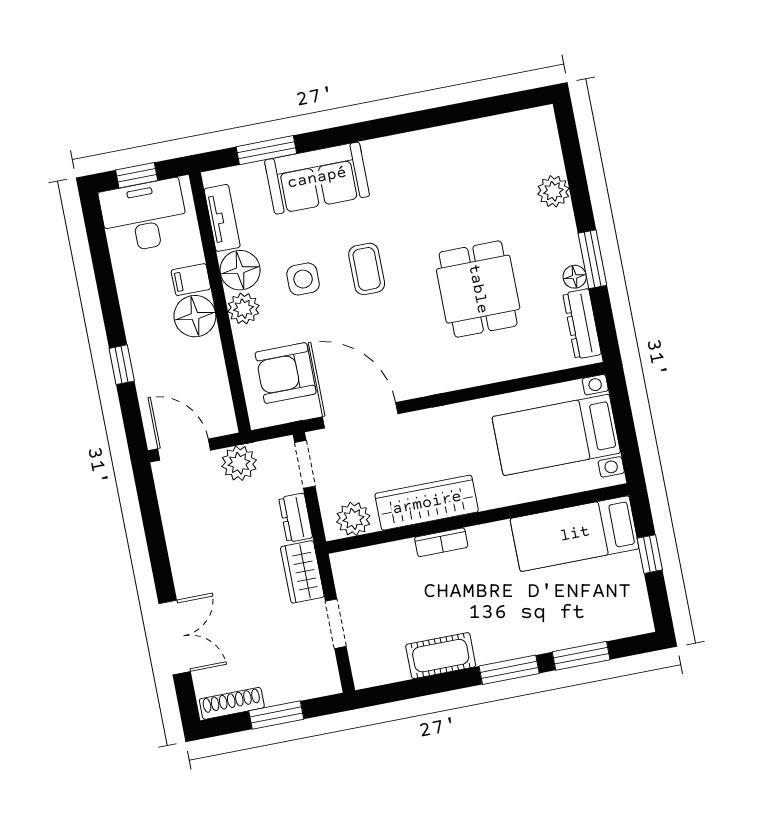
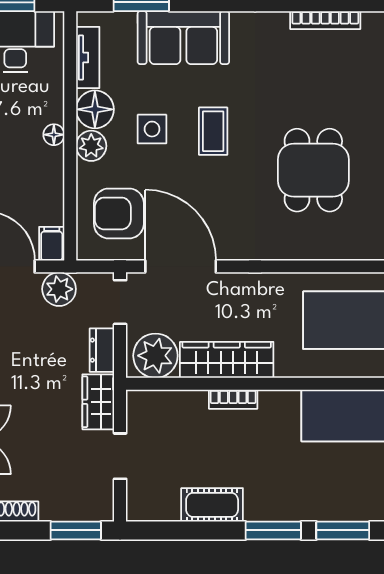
bookcase: (460, 132) -> (325, 20), added
filing cabinet: (191, 280) -> (52, 244), moved, turned 90
floor lamp: (195, 316) -> (54, 135), width x0.53, depth x0.53
plant: (353, 519) -> (155, 356), width x1.36, depth x1.36
window: (276, 715) -> (76, 530), moved

